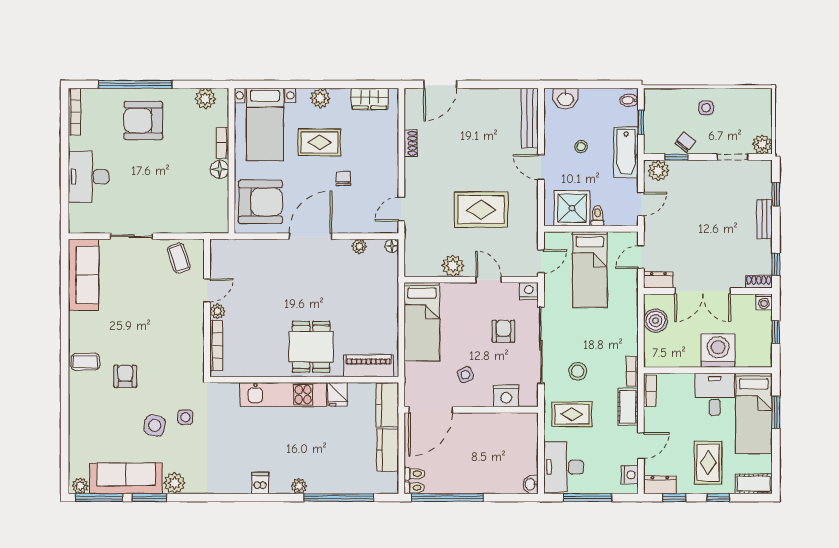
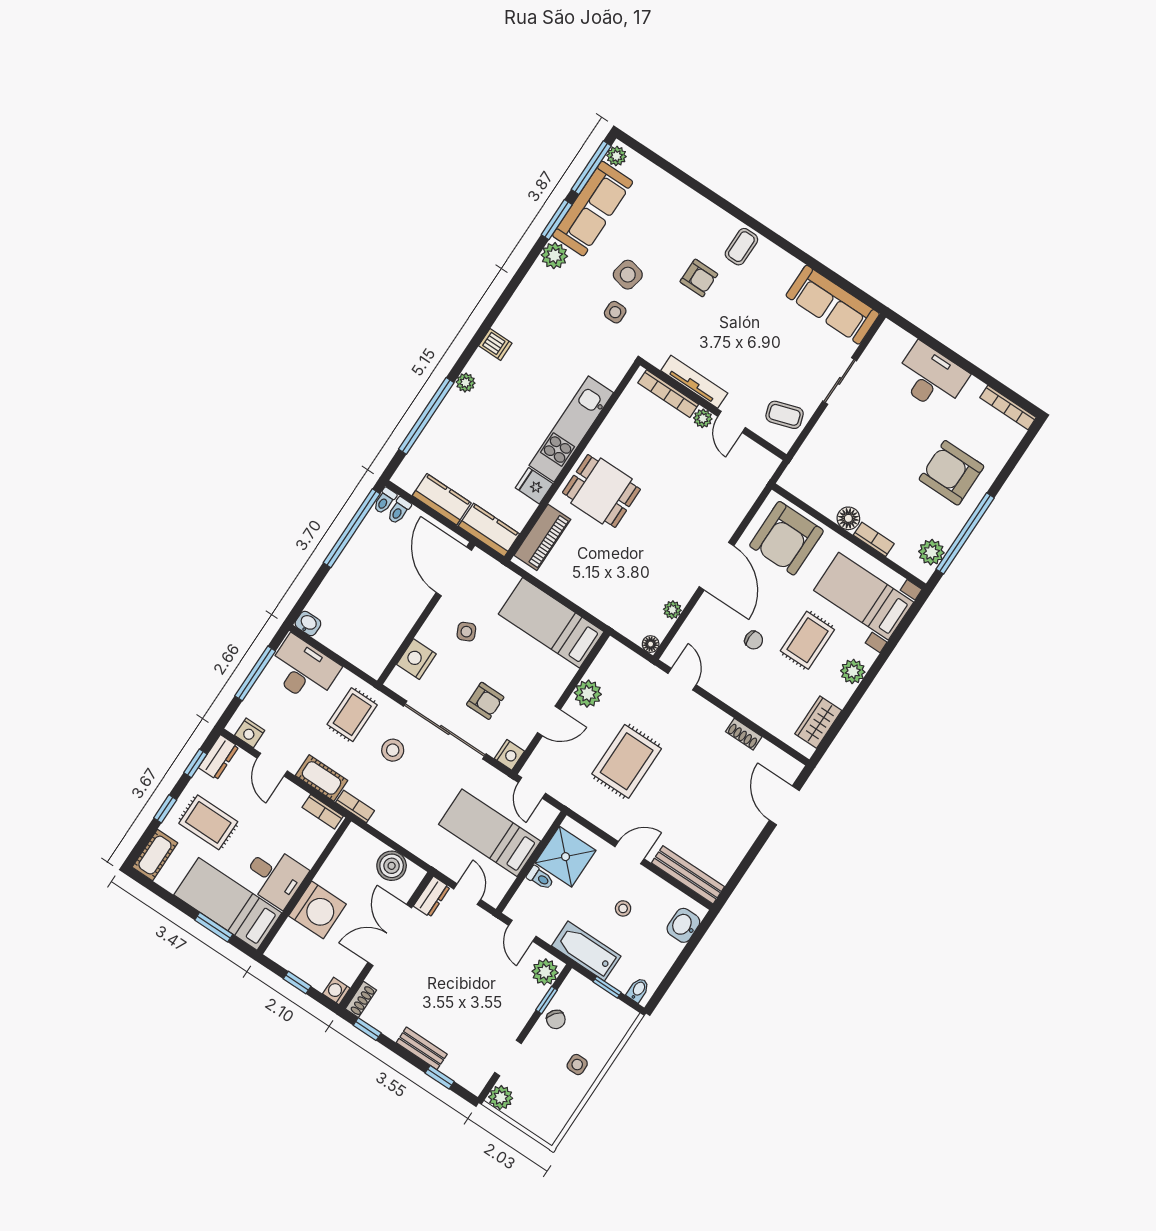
window: (135, 84) -> (965, 533), moved
armchair: (143, 120) -> (951, 473), turned -90
tv unit: (197, 333) -> (694, 382), added

